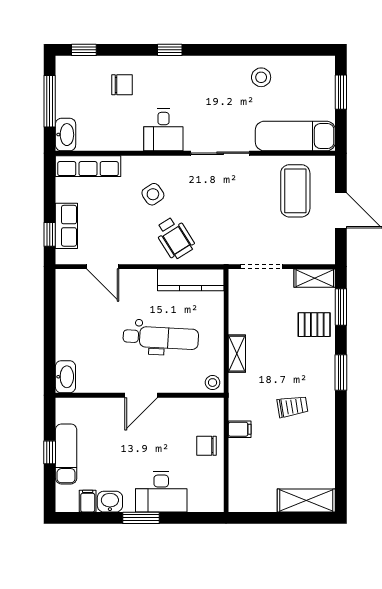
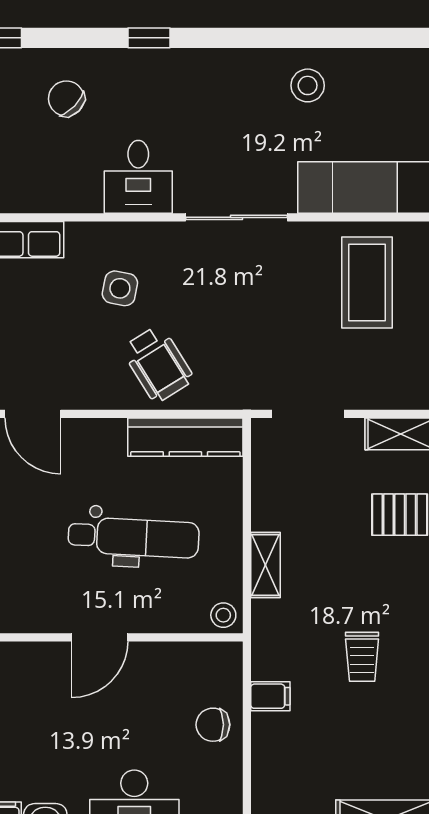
chair: (122, 85) -> (66, 99), turned -136
side table: (153, 194) -> (120, 288), turned 45
trolley: (292, 407) -> (362, 657), turned 99

